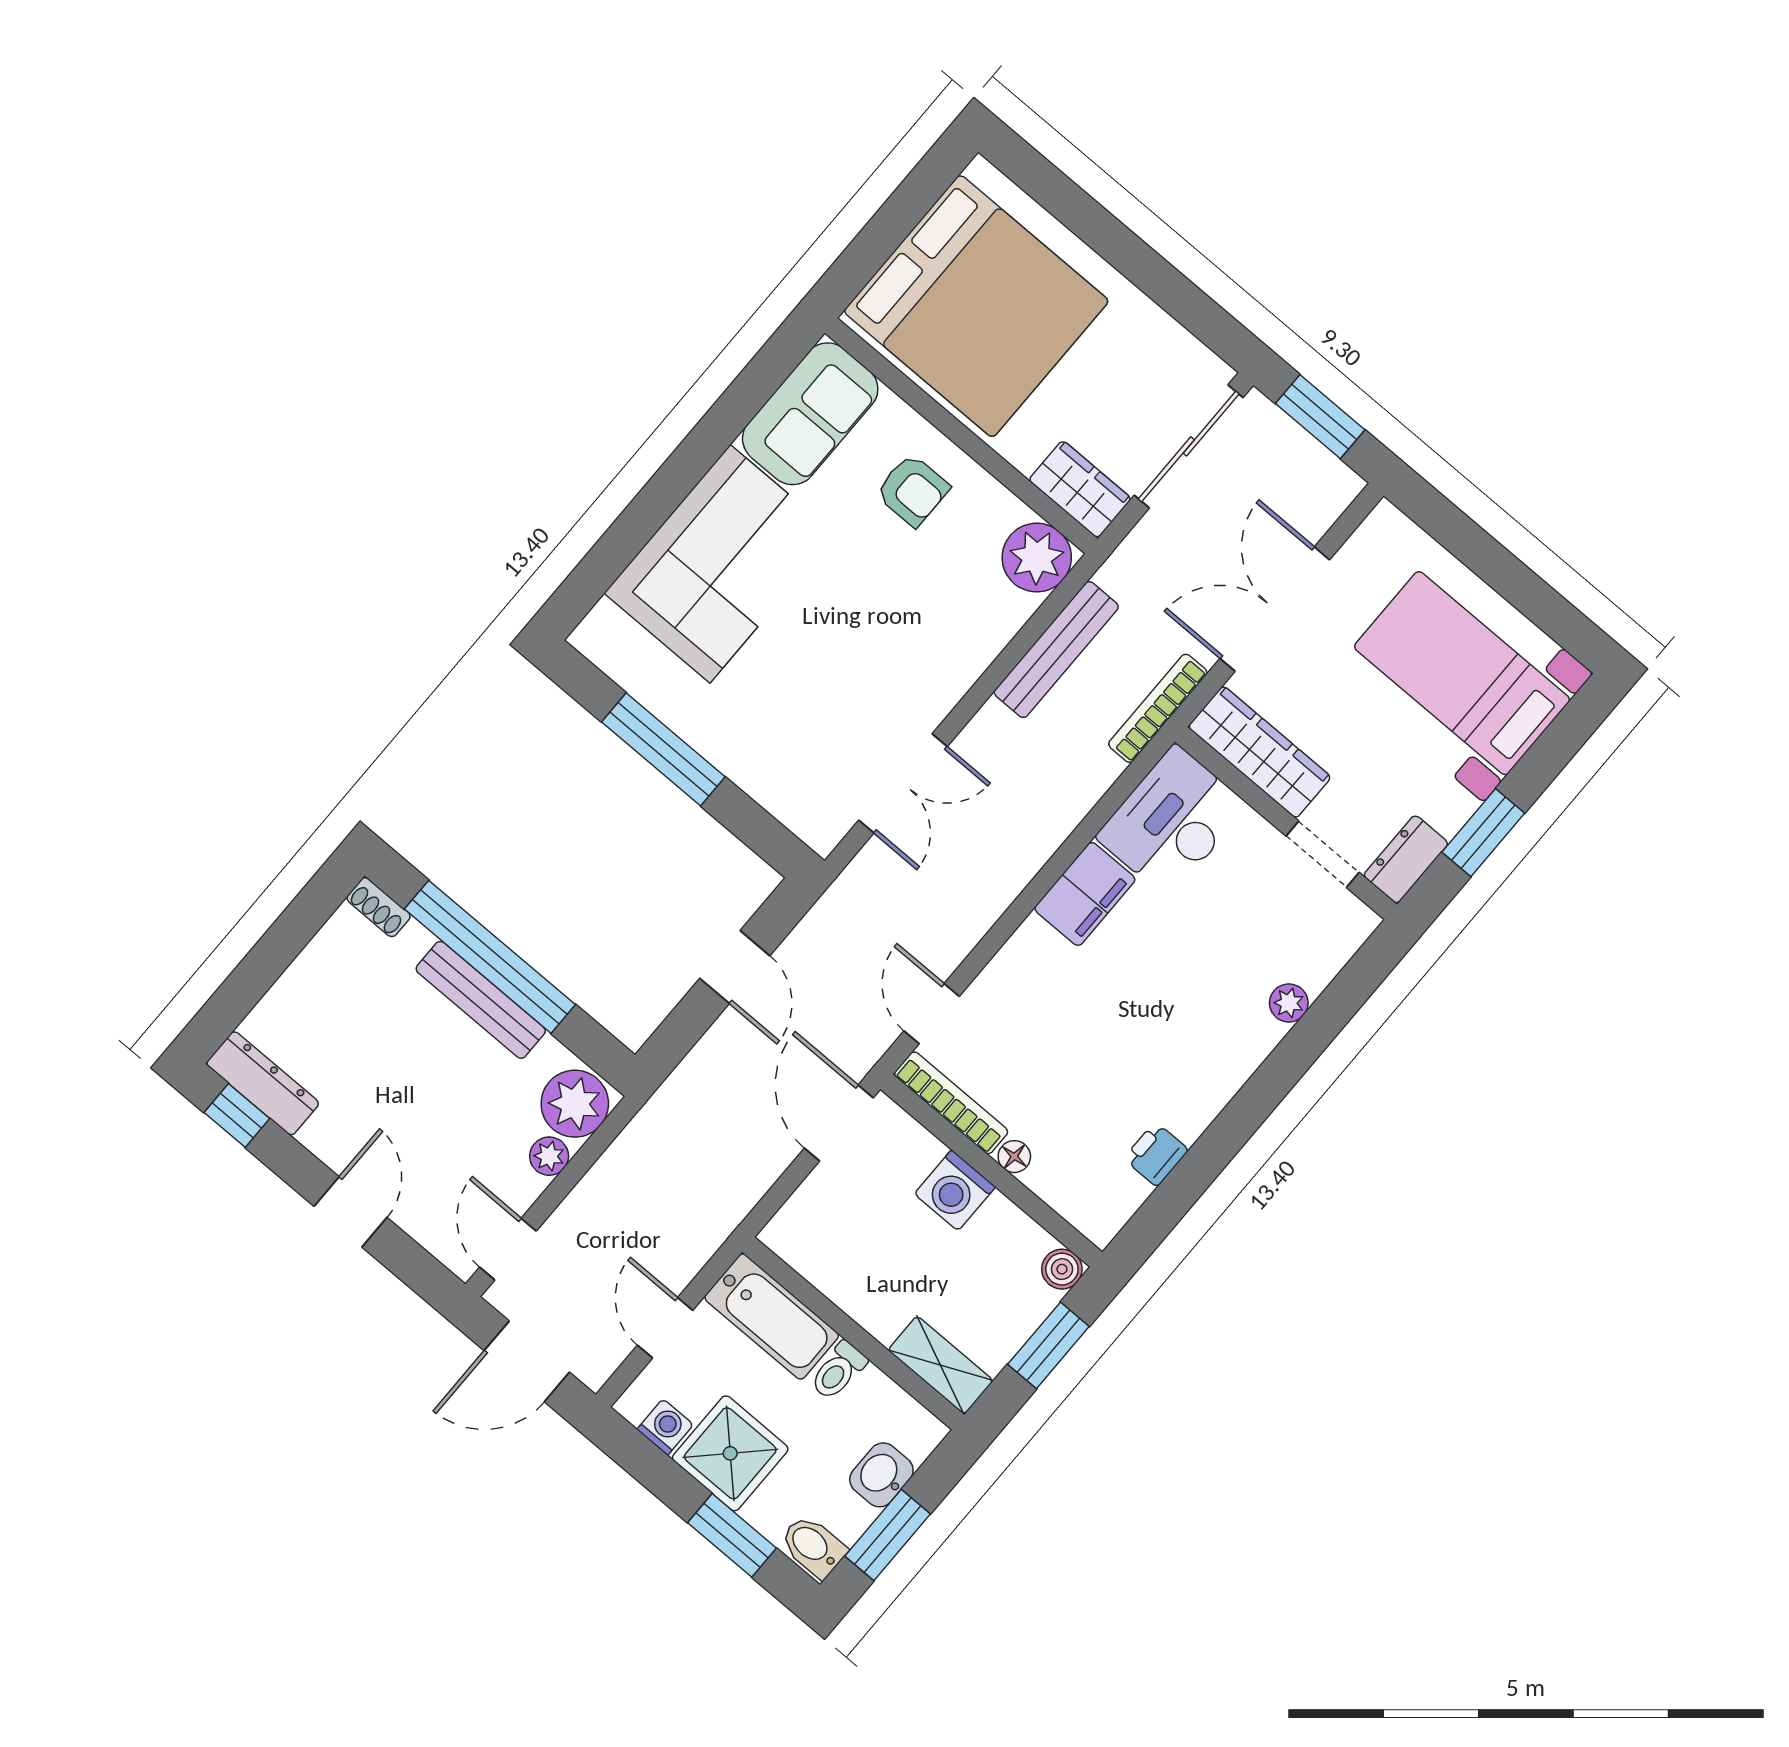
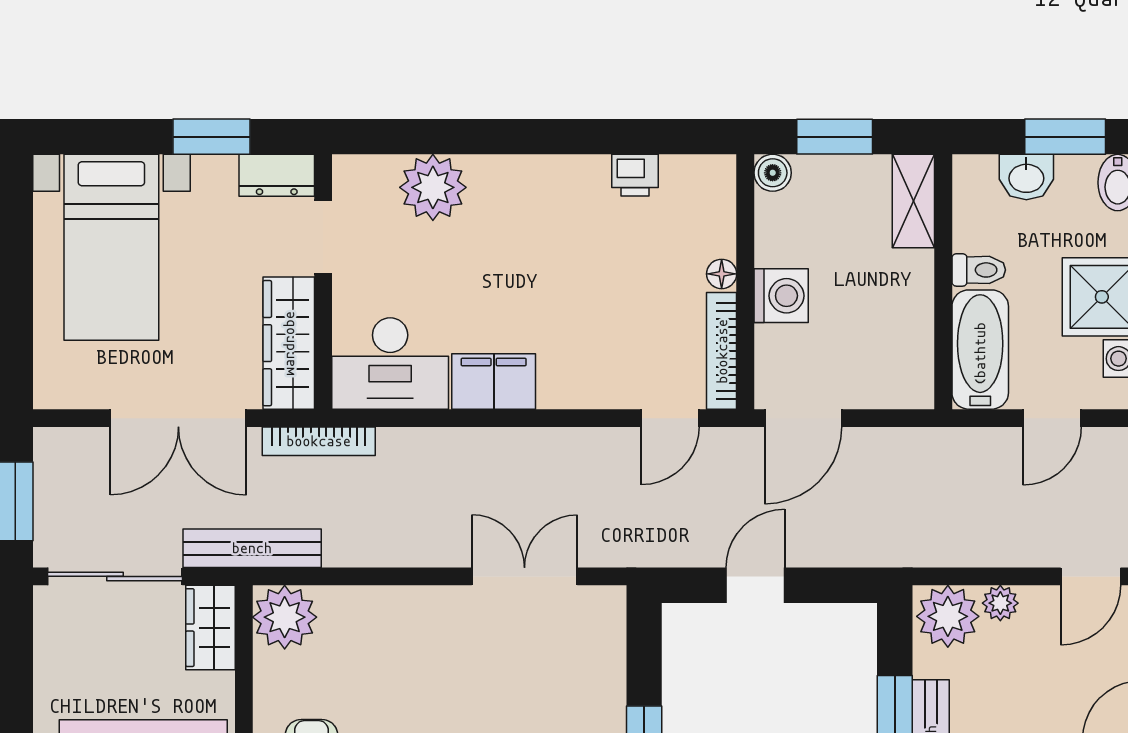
bench: (1056, 650) -> (252, 548), moved
plant: (1289, 1003) -> (433, 187), width x1.88, depth x1.88

